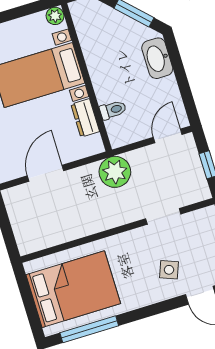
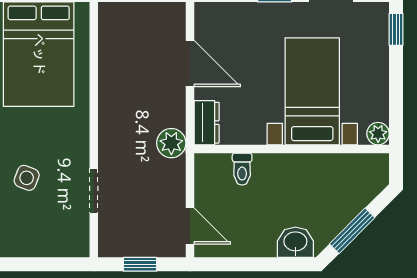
washbasin: (157, 58) -> (295, 242), width x0.72
dresser: (85, 118) -> (207, 123), moved, turned 90
plant: (115, 172) -> (171, 143), width x0.73, depth x0.73

